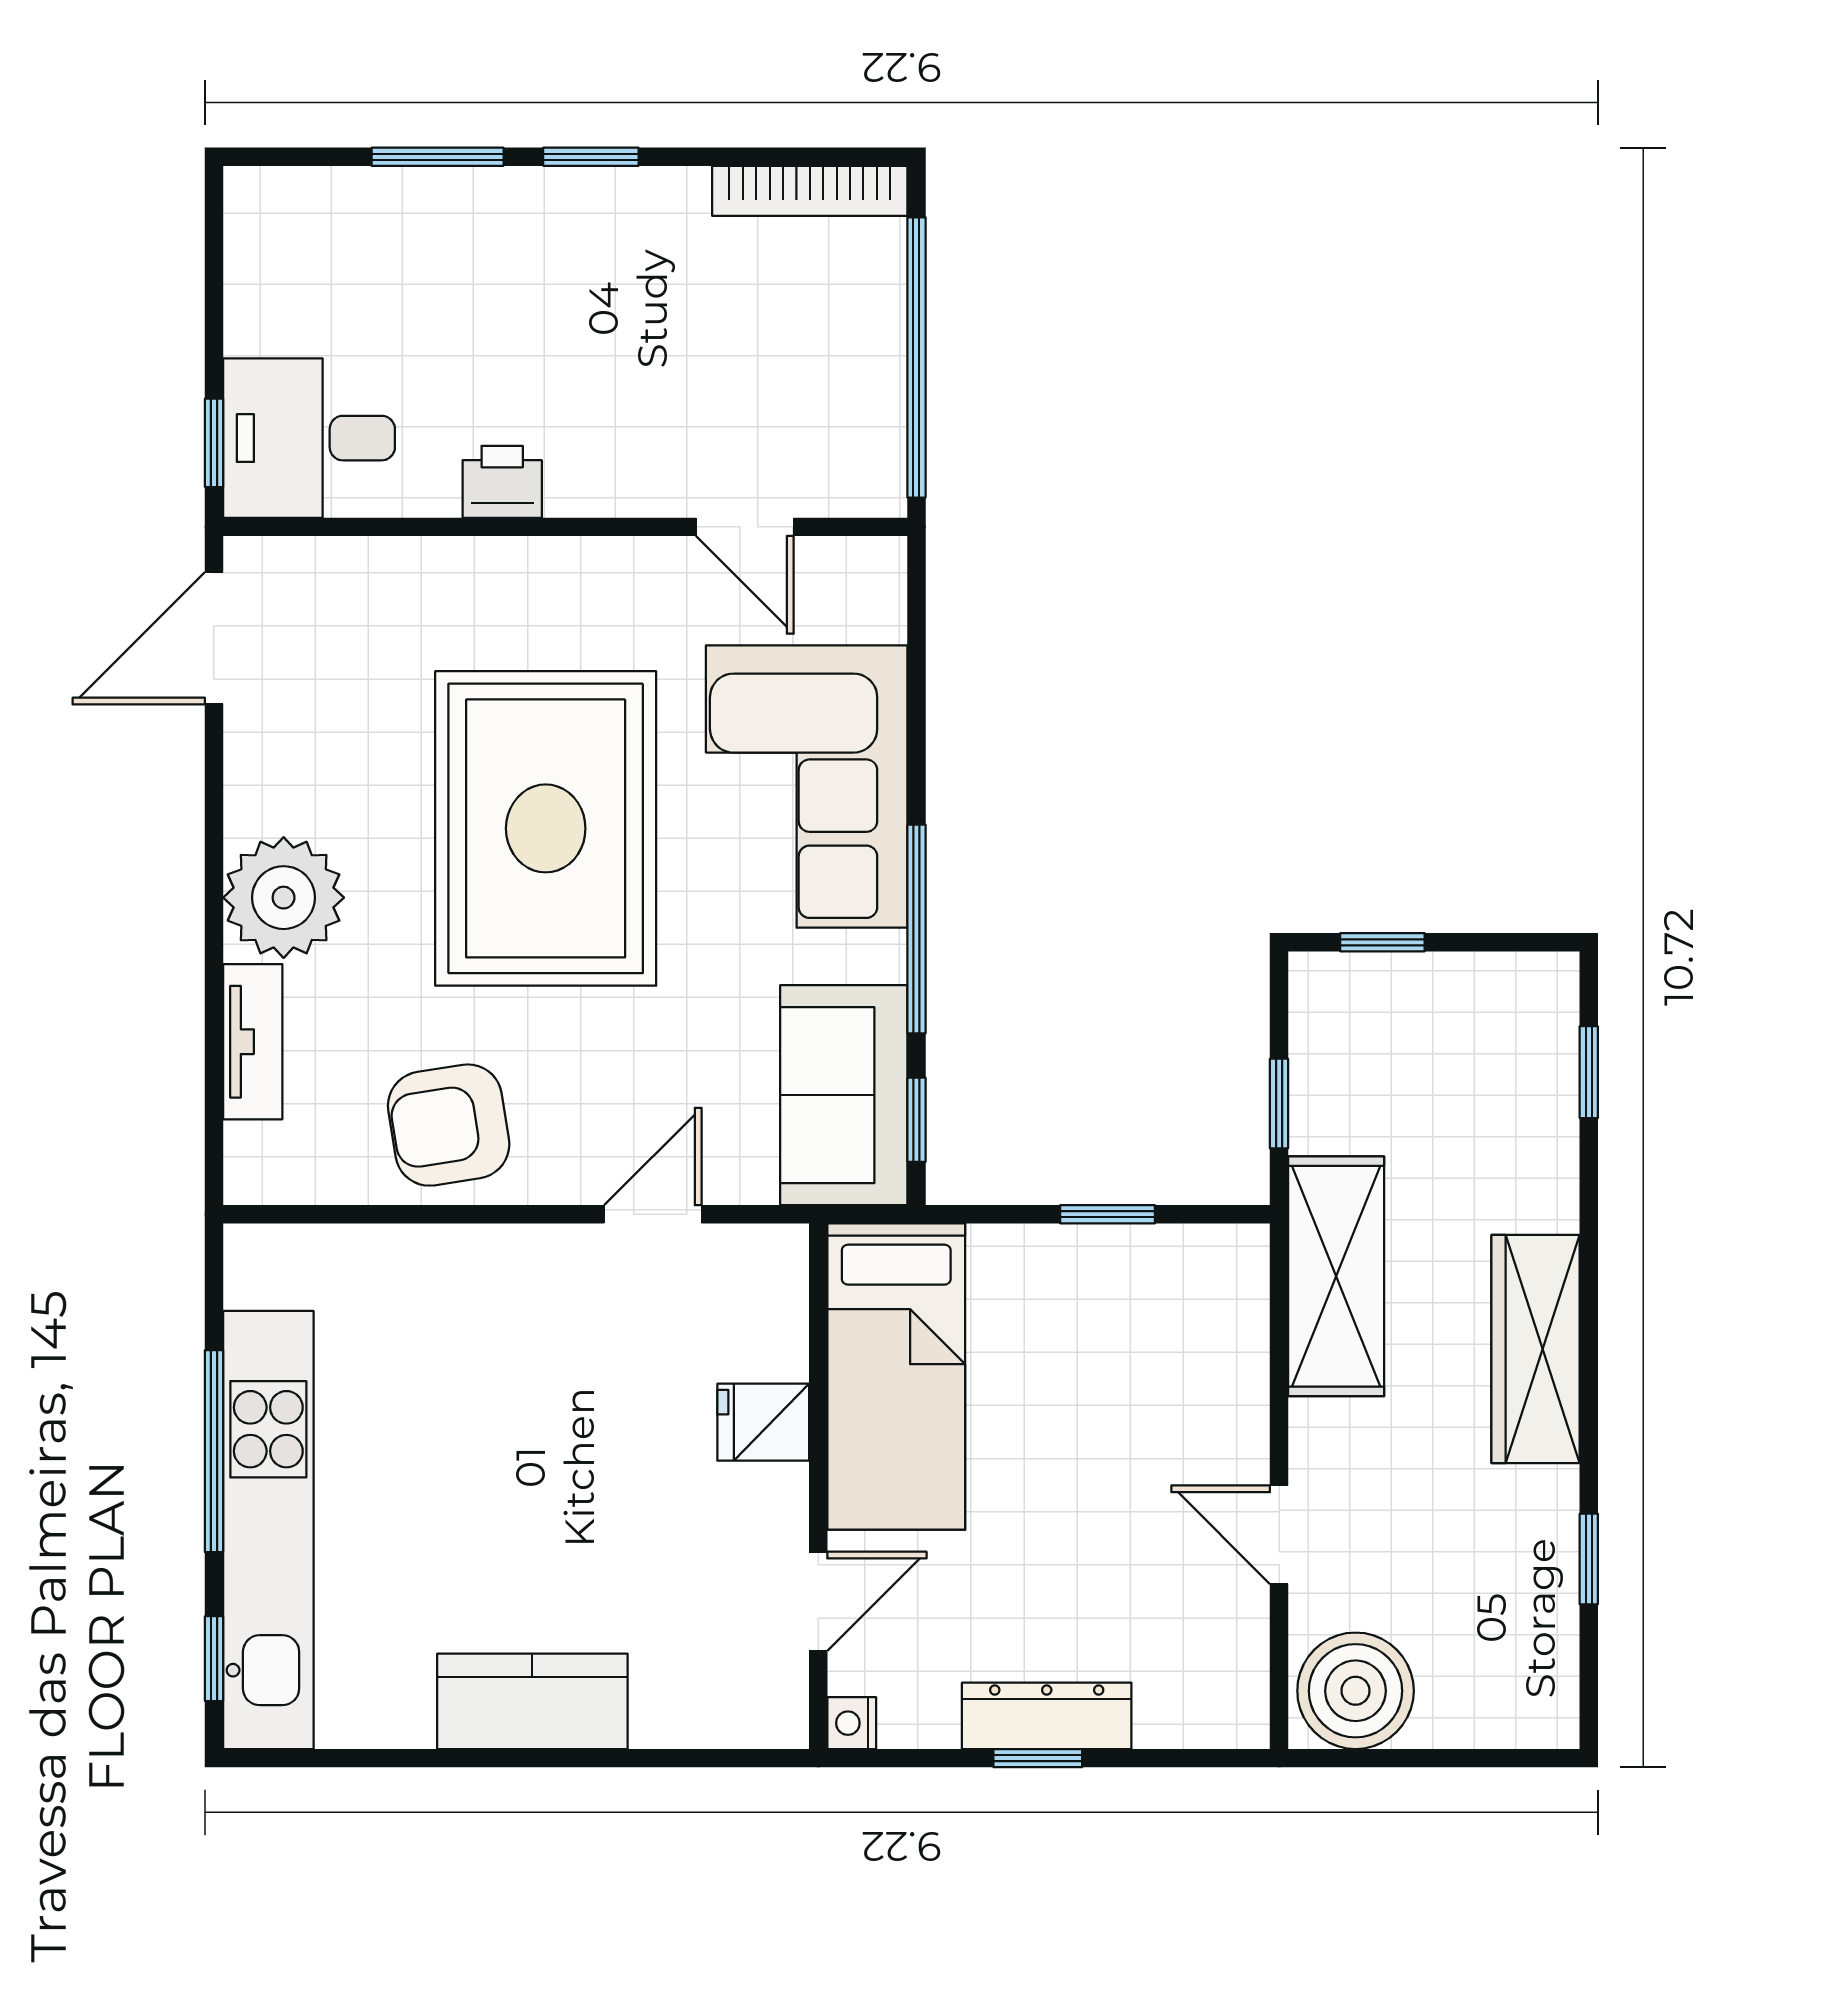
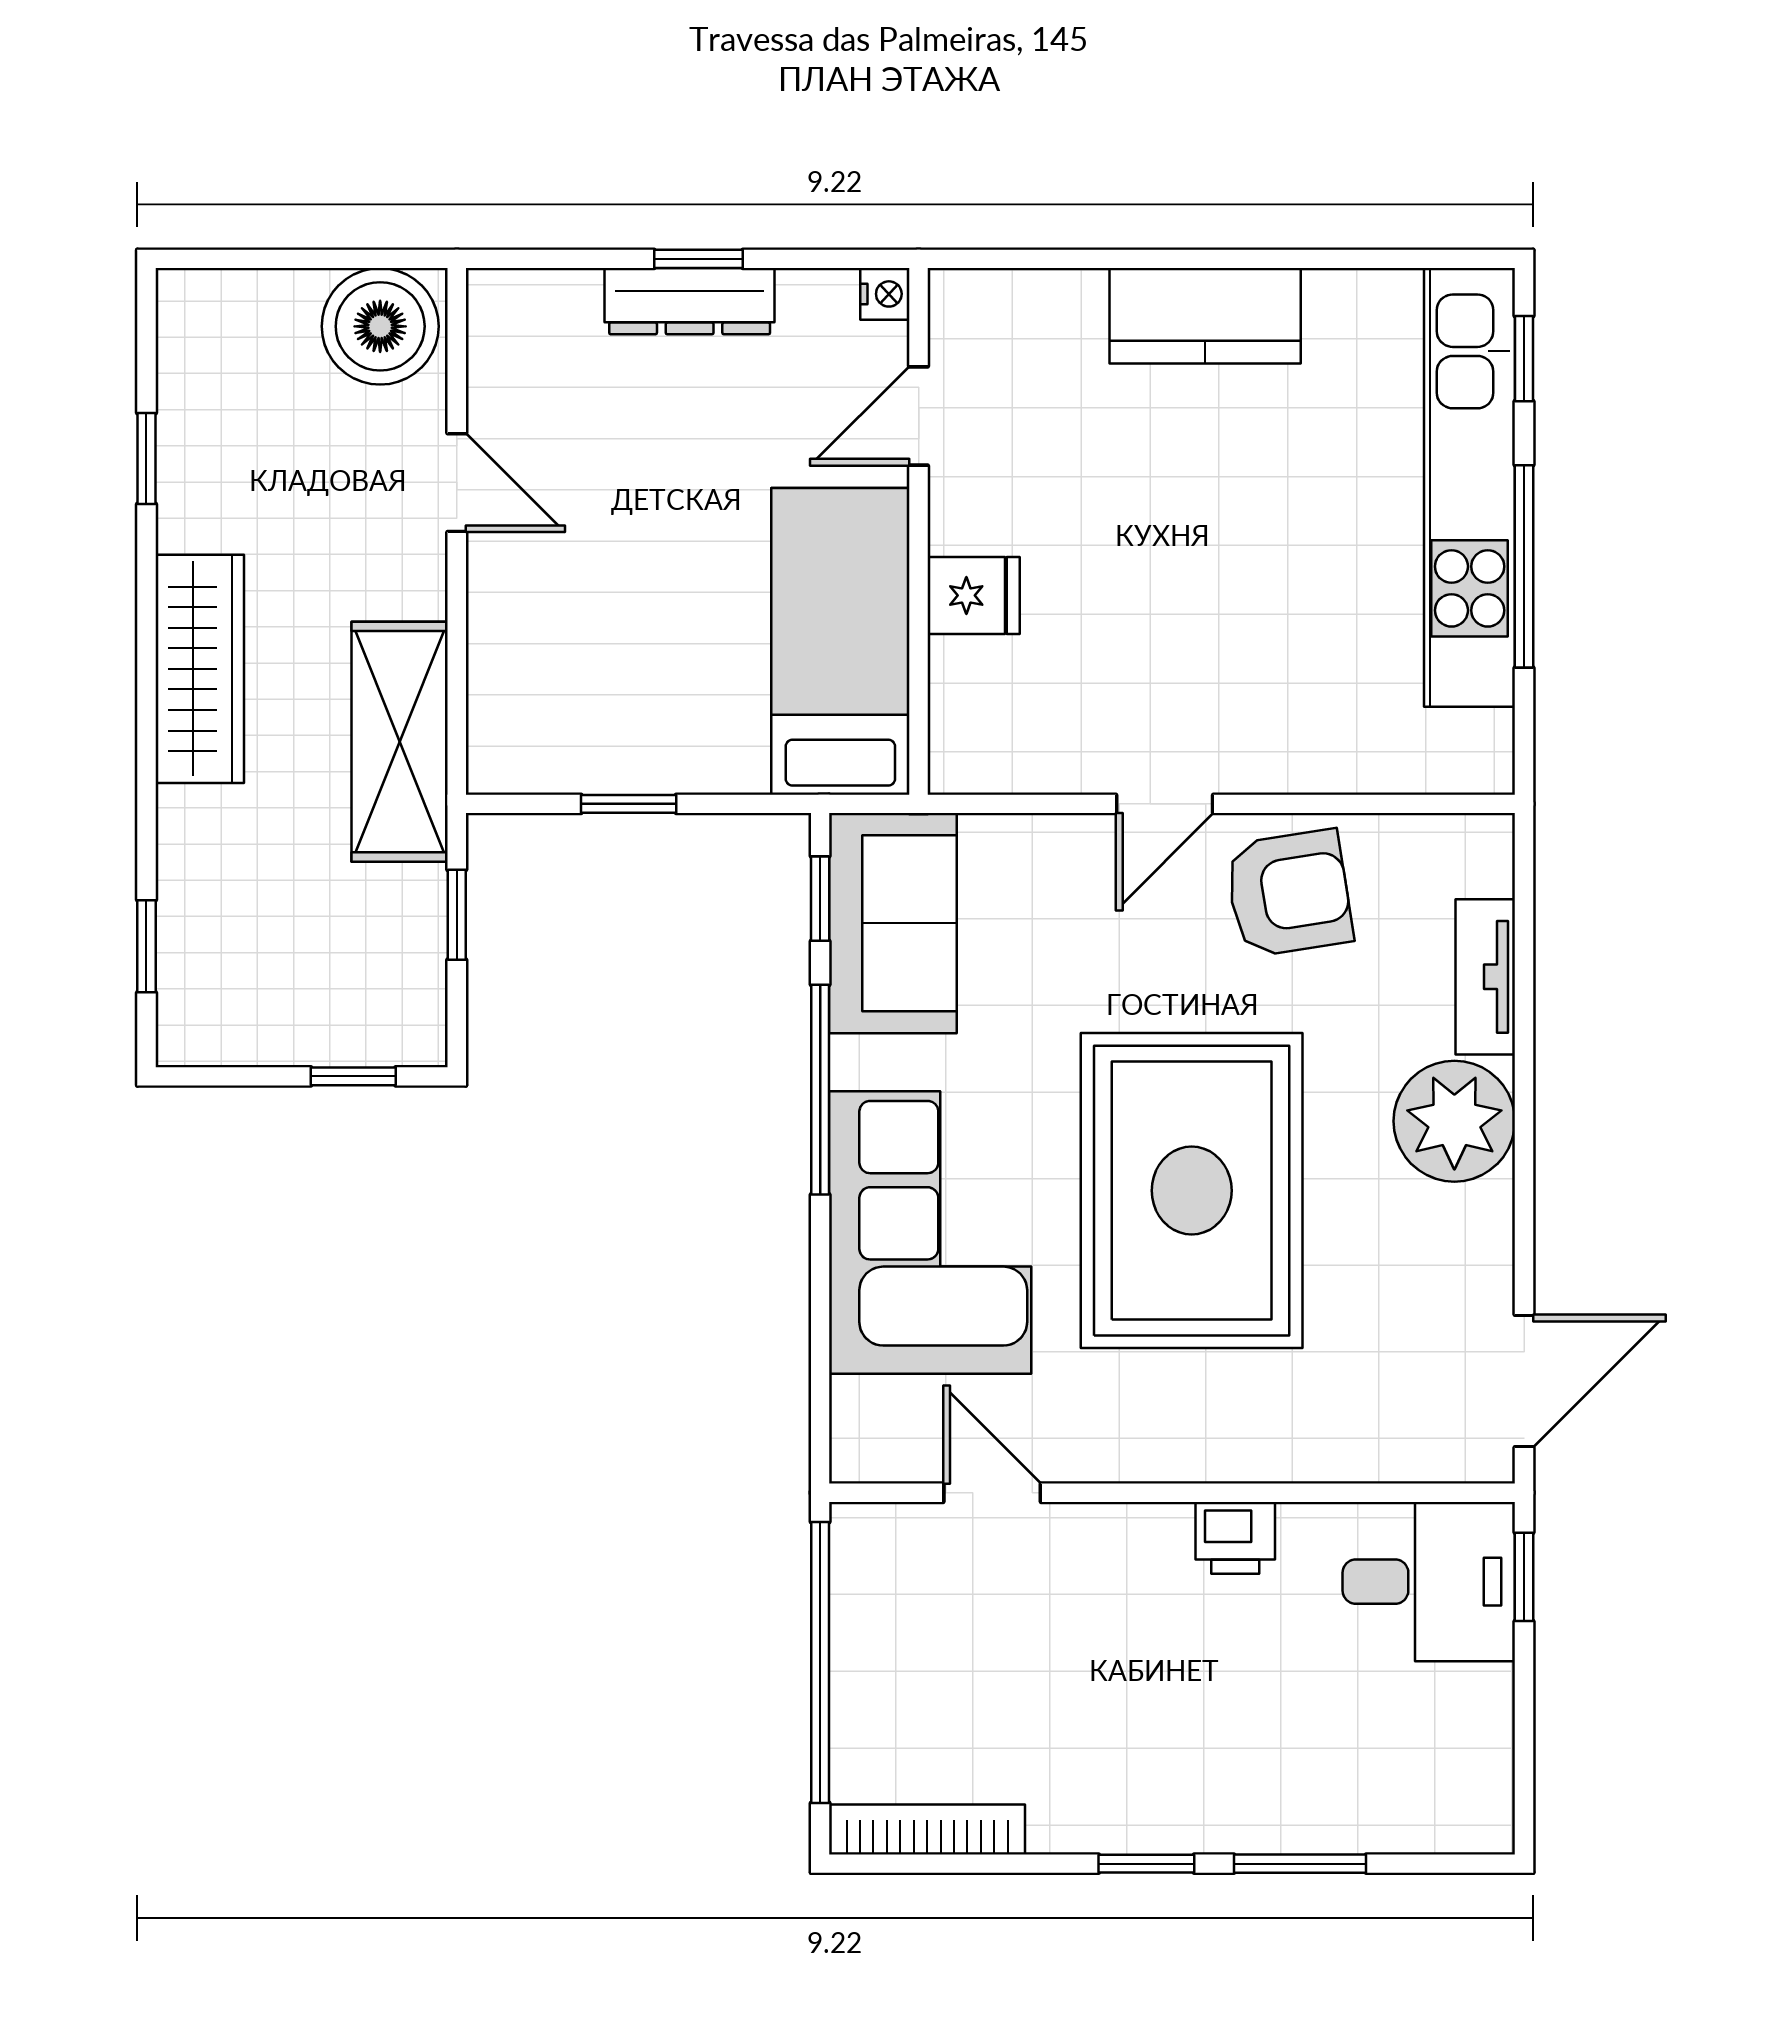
door: (653, 1214) -> (1165, 804), moved

